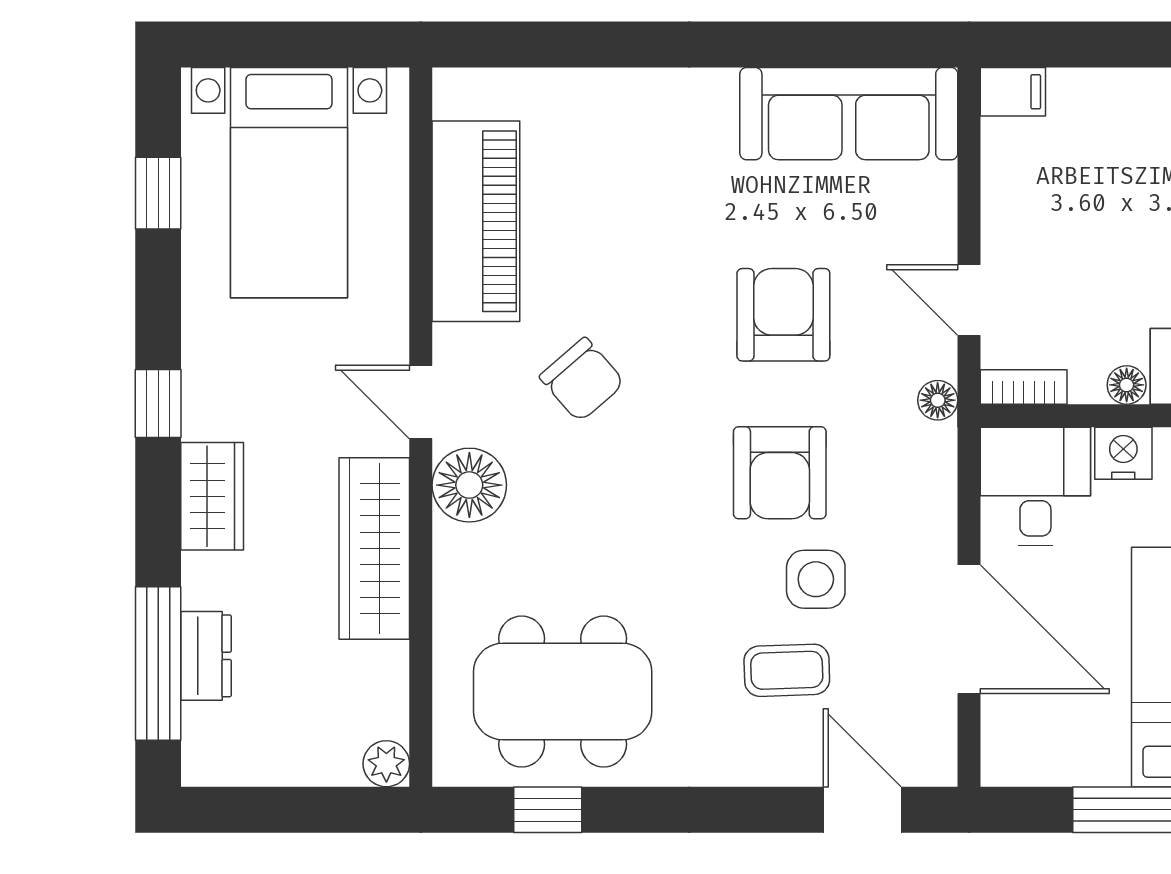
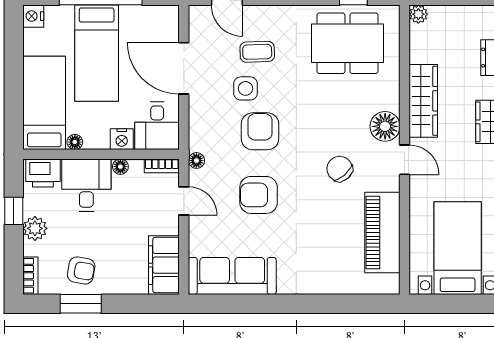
filing cabinet: (1013, 92) -> (164, 265), width x3.00, depth x1.17
armchair: (783, 315) -> (259, 195), turned 90

